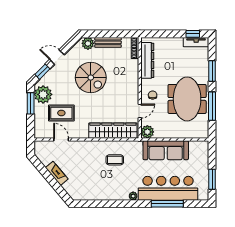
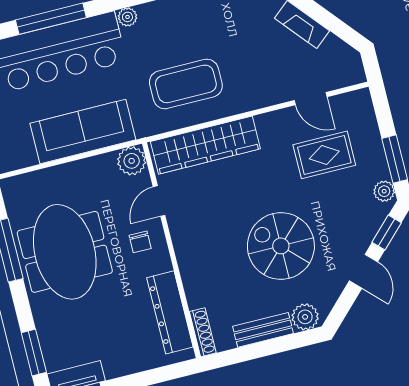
door: (57, 57) -> (364, 271), hinge flipped
window: (212, 71) -> (34, 353), moved
plant: (43, 94) -> (384, 191), width x0.53, depth x0.53
coffee table: (115, 160) -> (186, 84), width x1.86, depth x1.72

